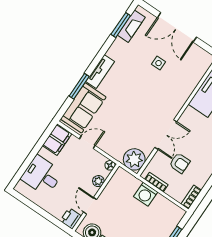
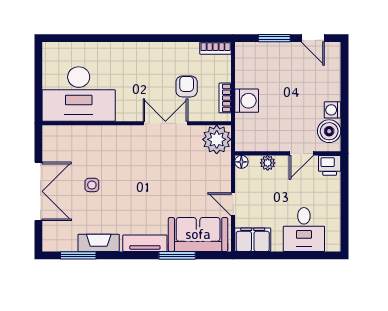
fireplace: (131, 26) -> (99, 243), moved

